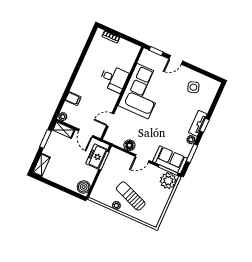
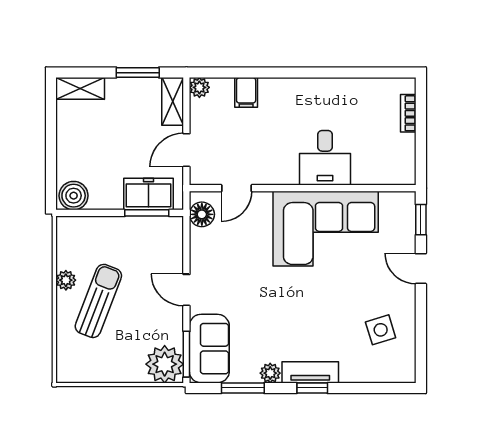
door: (110, 120) -> (237, 188), swing flipped
floor lamp: (129, 145) -> (202, 214), moved

